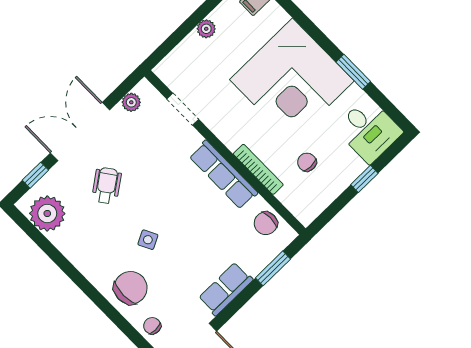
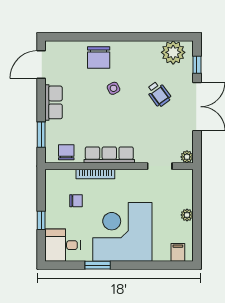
plant: (131, 102) -> (187, 157), moved
chair: (152, 326) -> (70, 50), removed

